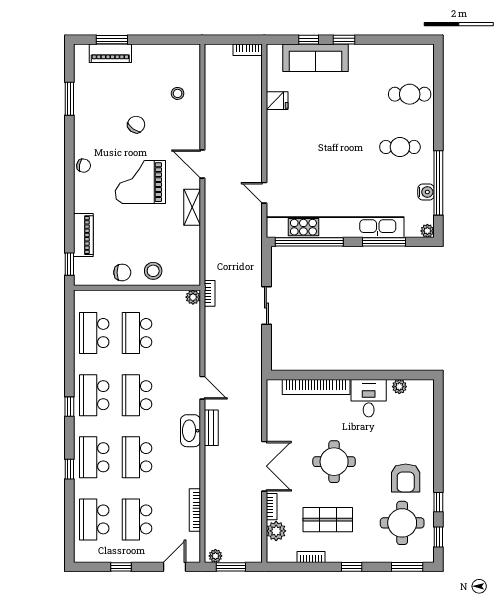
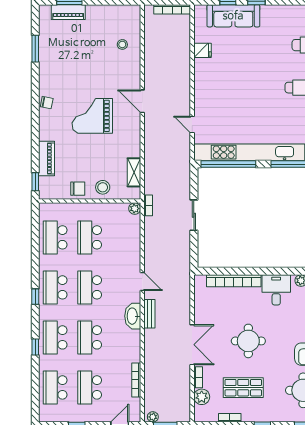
bookcase: (248, 50) -> (172, 9), width x1.56
chair: (136, 125) -> (89, 70), removed
shelving: (192, 207) -> (134, 172), moved

